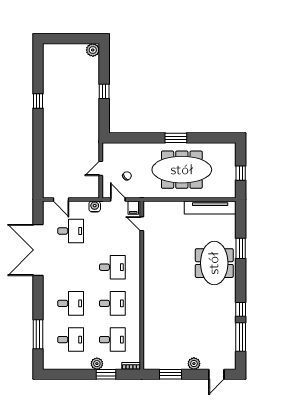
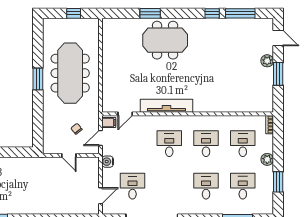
tv unit: (210, 207) -> (166, 106), moved, turned -90
window: (106, 374) -> (278, 182), moved
window: (170, 374) -> (278, 74), moved

